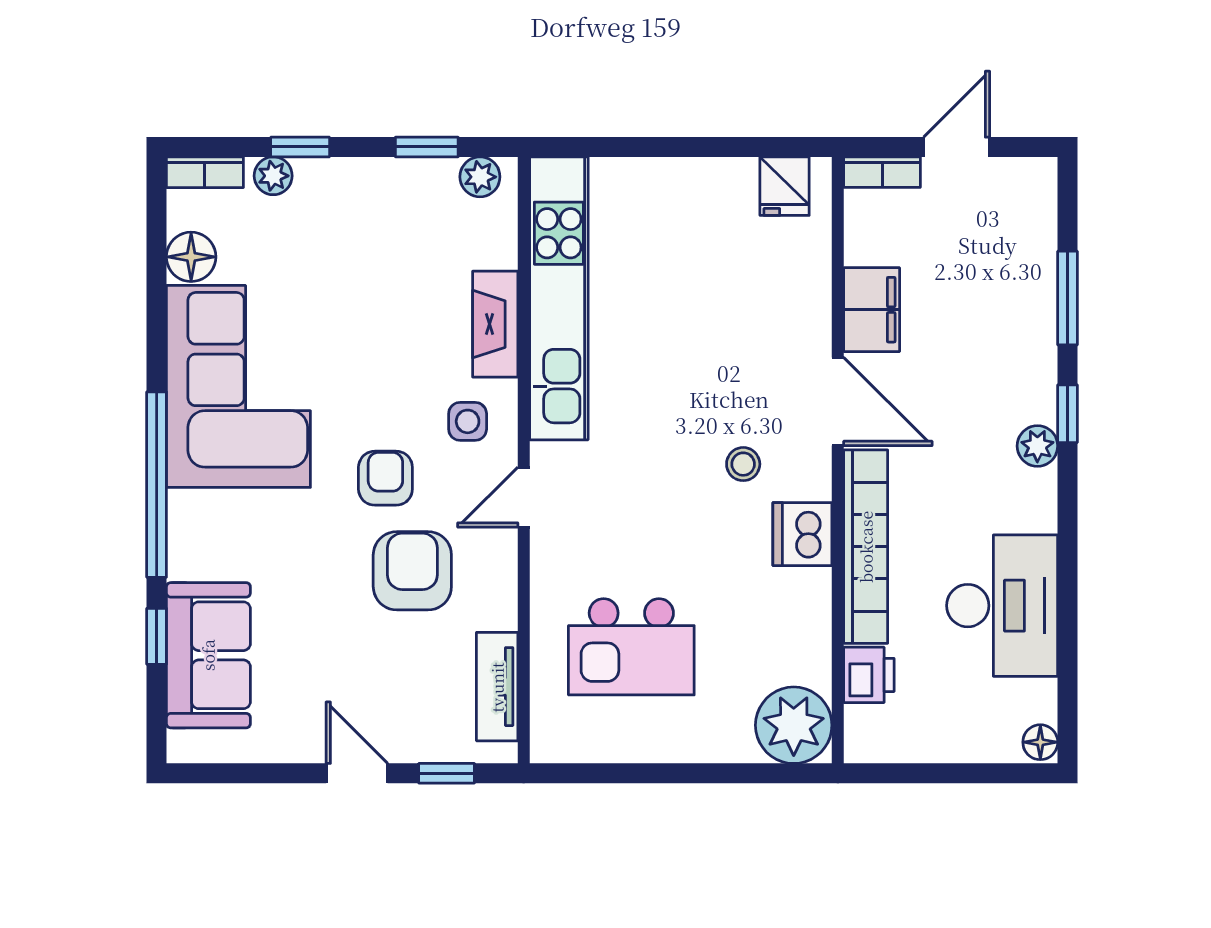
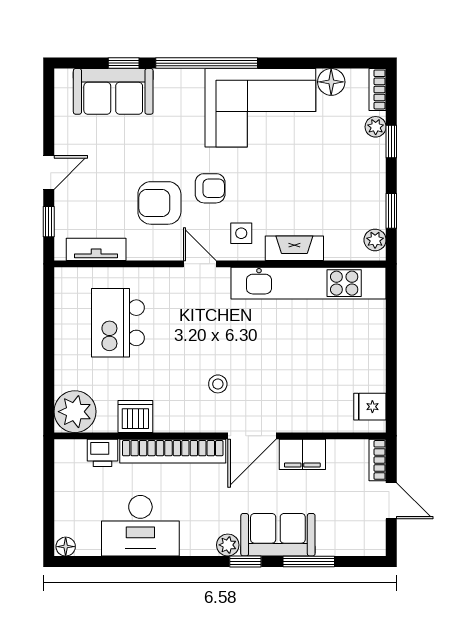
sofa: (1019, 354) -> (278, 535), added
dishwasher: (802, 534) -> (135, 416), moved
armchair: (412, 571) -> (159, 203), turned 180

